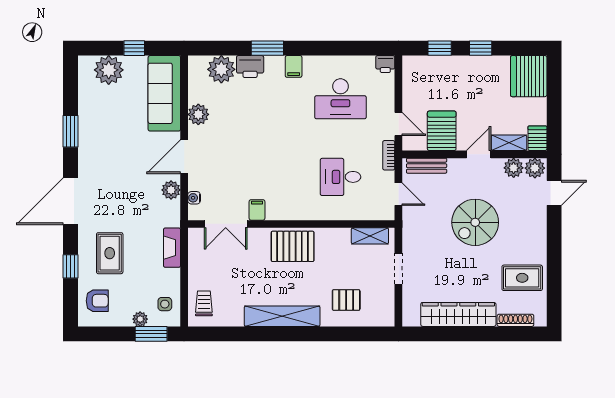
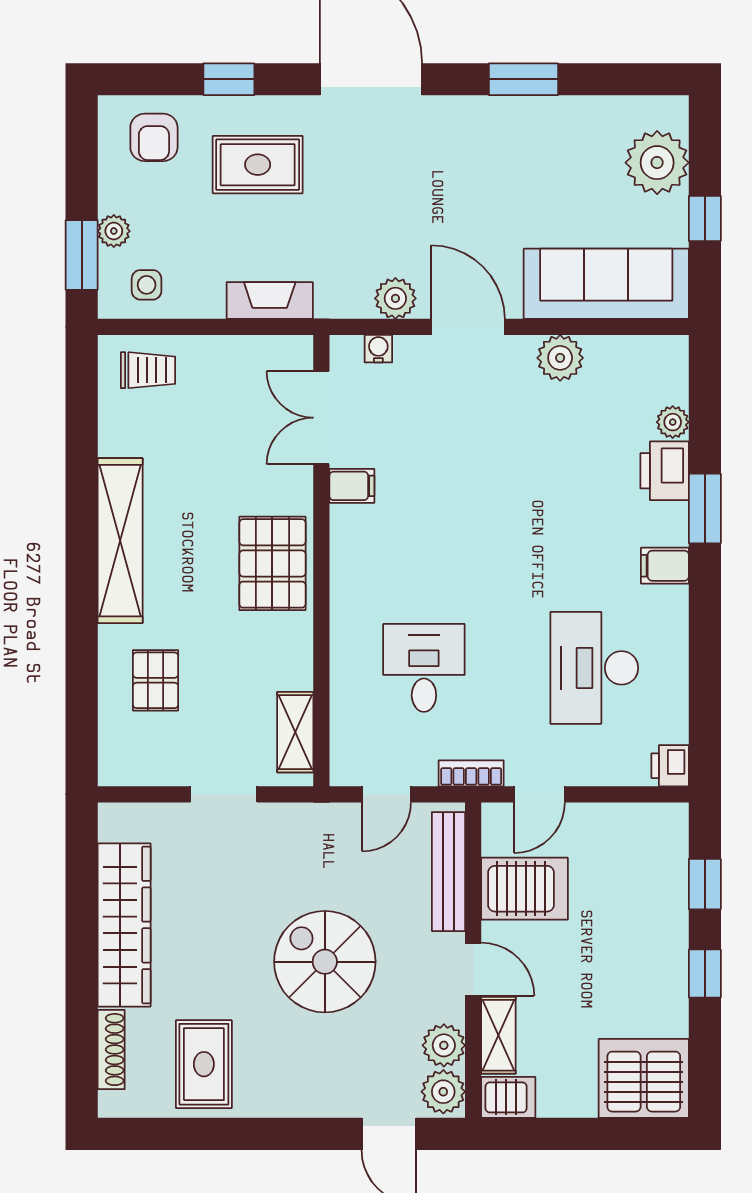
plant: (221, 69) -> (673, 422), width x0.53, depth x0.53
bench: (427, 166) -> (448, 872), width x1.36

